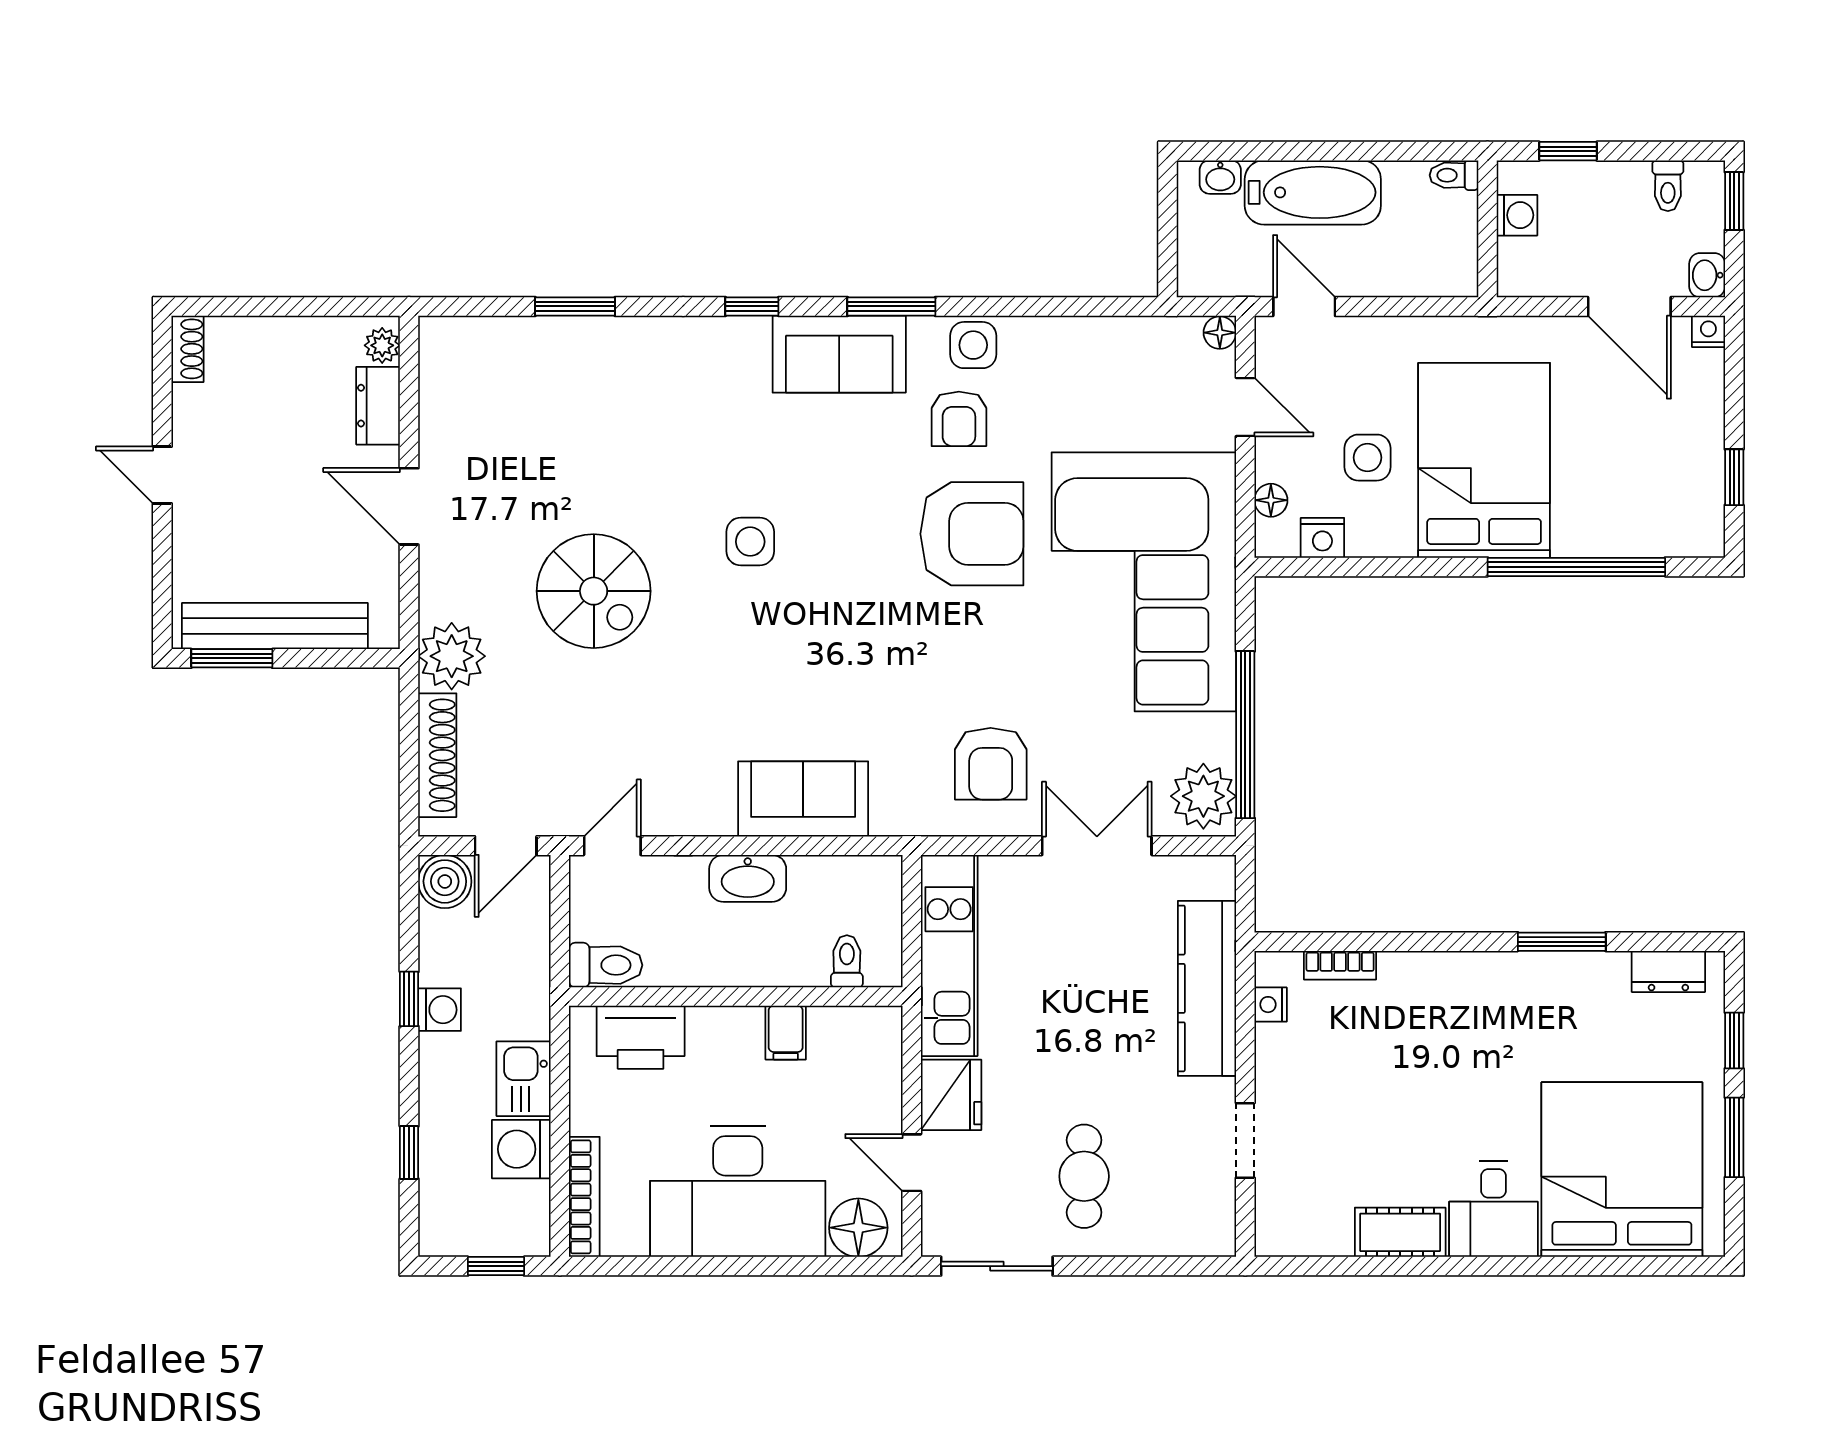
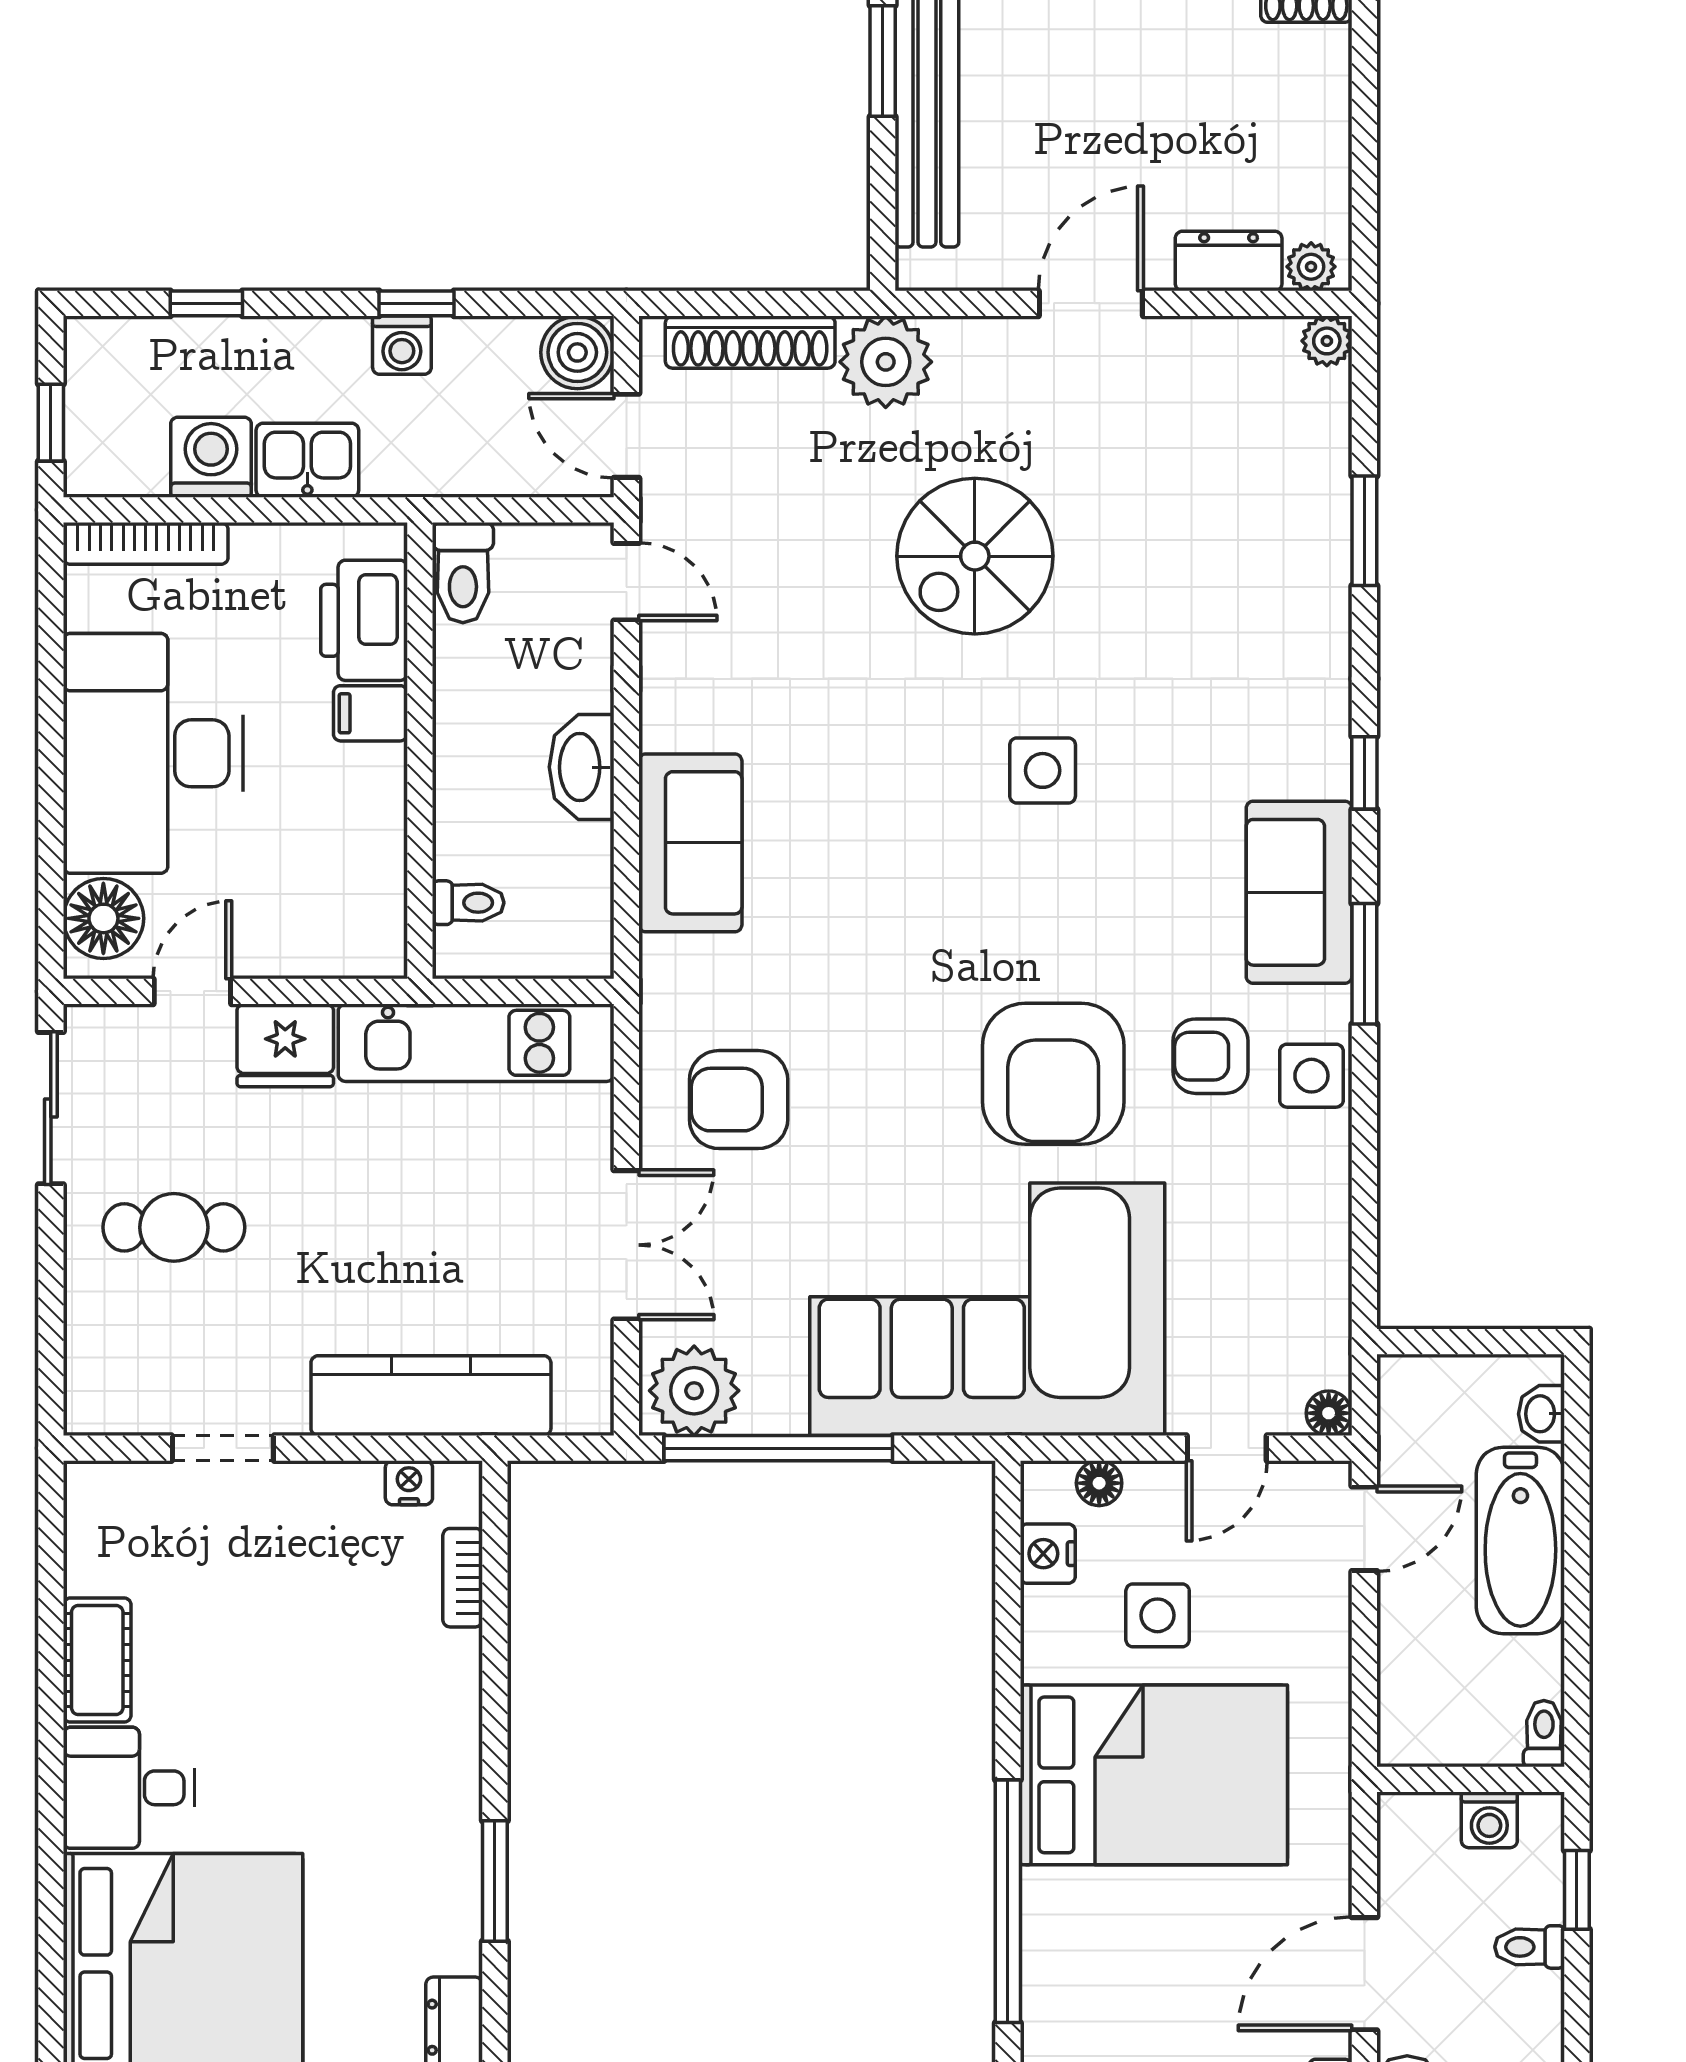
toilet: (1668, 186) -> (1530, 1947), moved
plant: (436, 334) -> (1327, 341), added
filing cabinet: (786, 1033) -> (370, 713), moved

